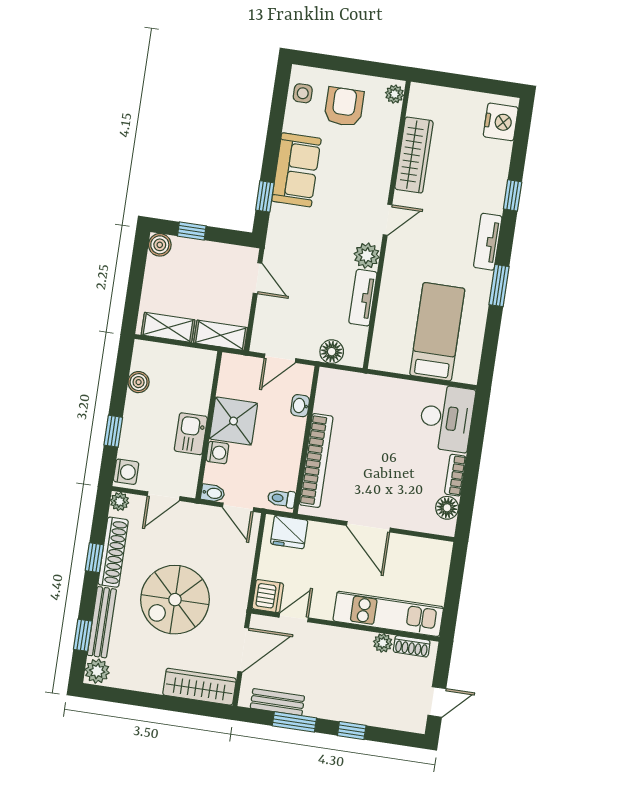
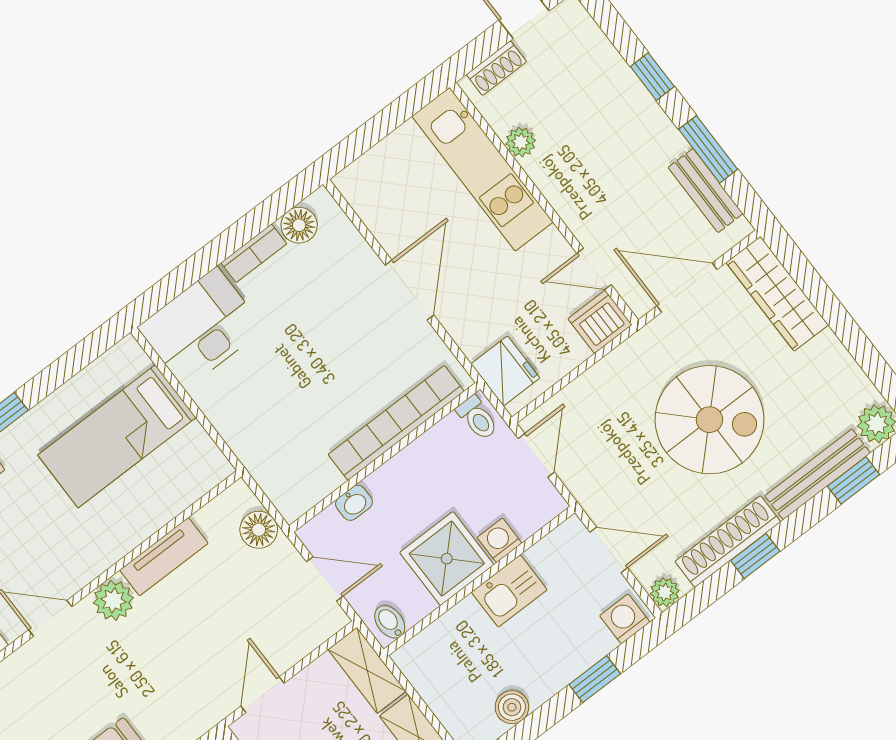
bidet: (213, 493) -> (390, 622), moved
shoe rack: (412, 646) -> (496, 68), moved, turned 90

